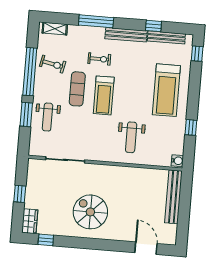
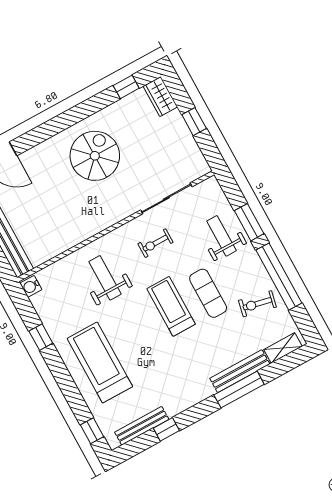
bench: (126, 35) -> (240, 371), moved
exercise bike: (99, 59) -> (155, 243), moved
spiral stairs: (90, 212) -> (95, 156), turned -90

